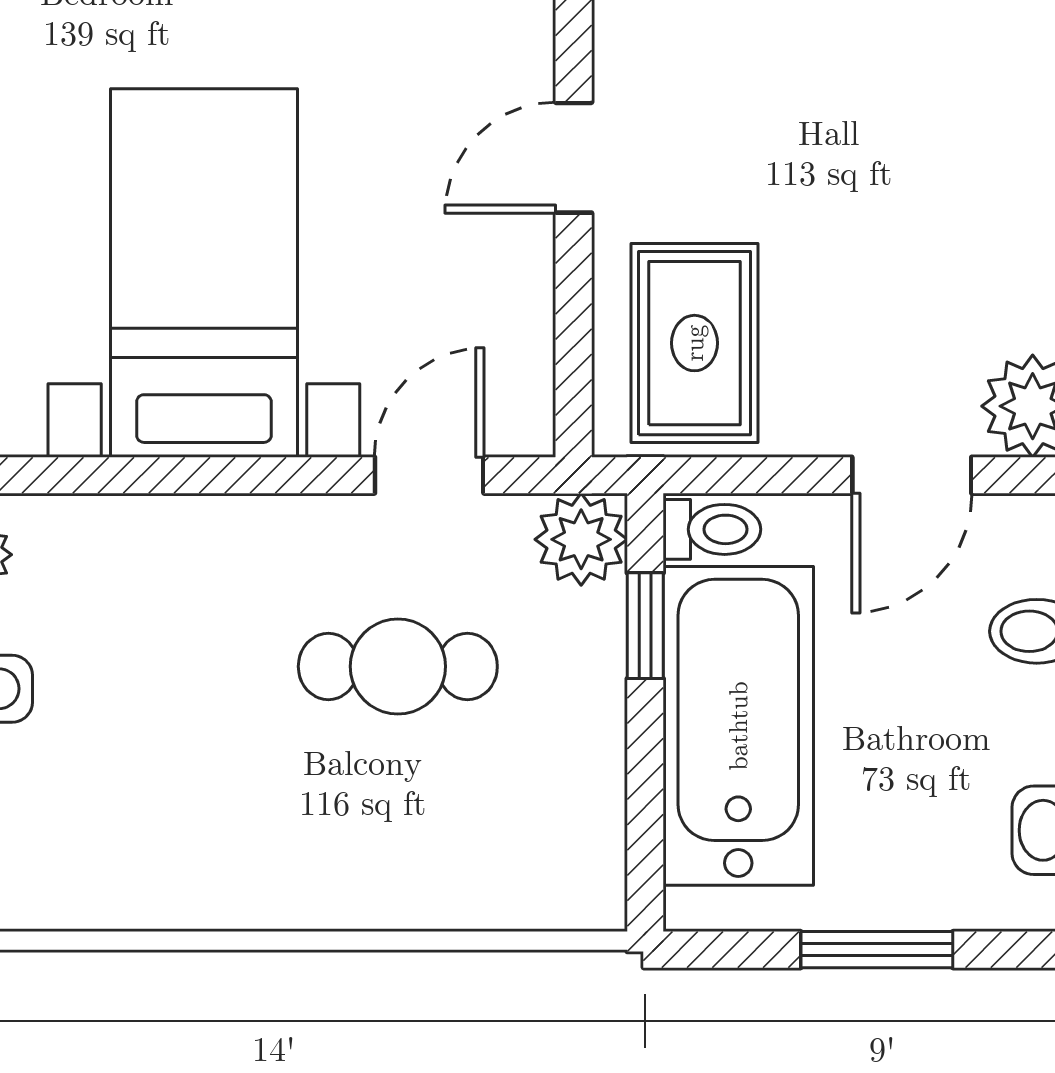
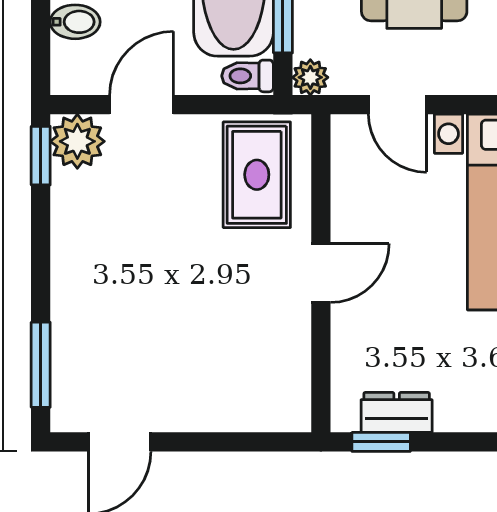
door: (429, 475) -> (398, 105), hinge flipped
plant: (581, 539) -> (310, 77), width x0.73, depth x0.73

